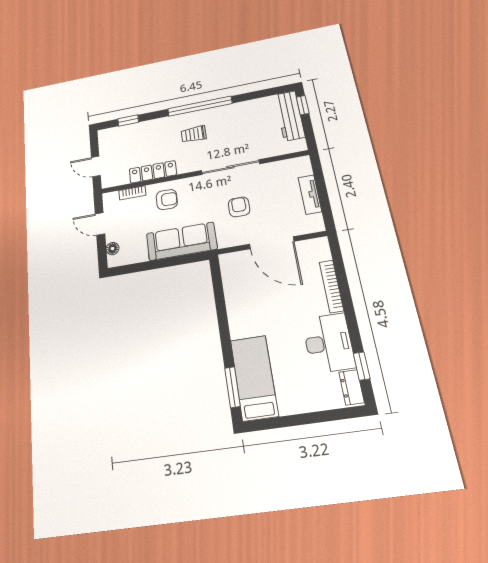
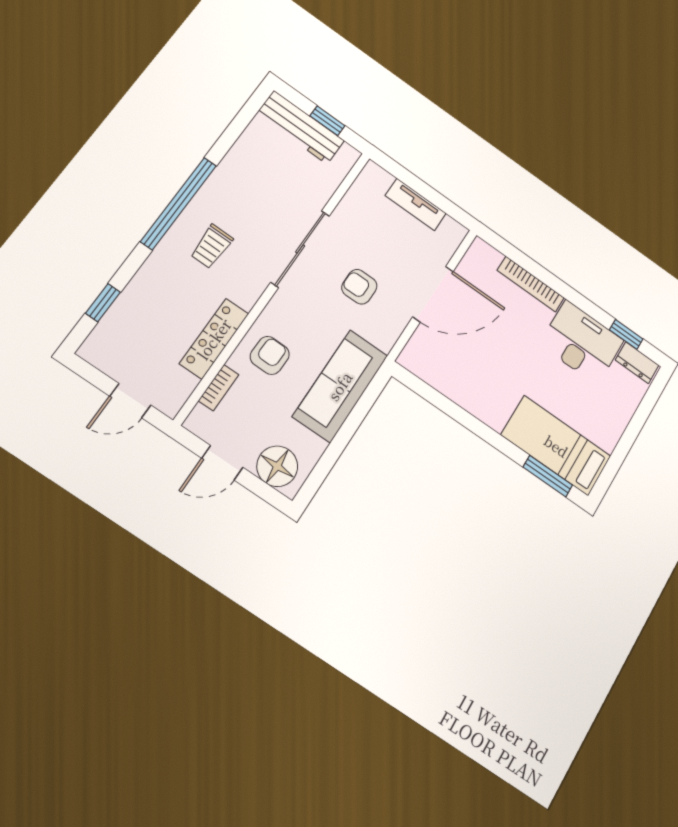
window: (303, 105) -> (327, 121), moved
floor lamp: (113, 249) -> (277, 466), width x1.89, depth x1.89

